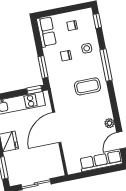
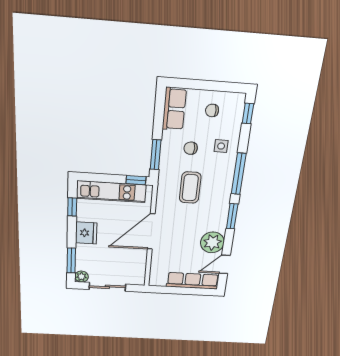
coffee table: (87, 86) -> (190, 188), moved, turned 90
window: (113, 99) -> (232, 216), added
plant: (110, 123) -> (212, 242), width x1.88, depth x1.88
plant: (14, 180) -> (82, 277), added

